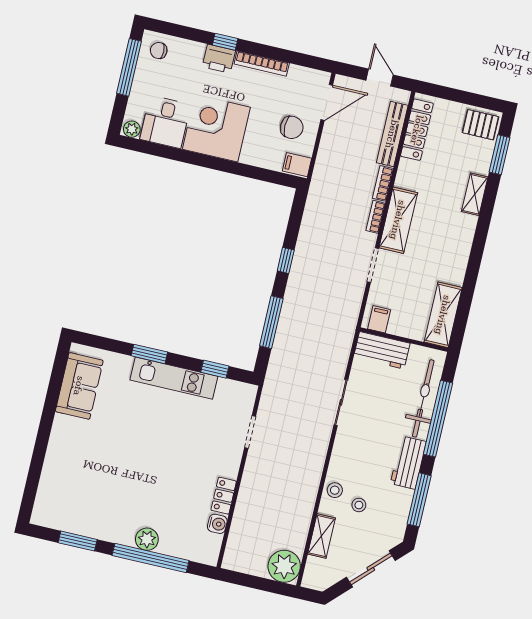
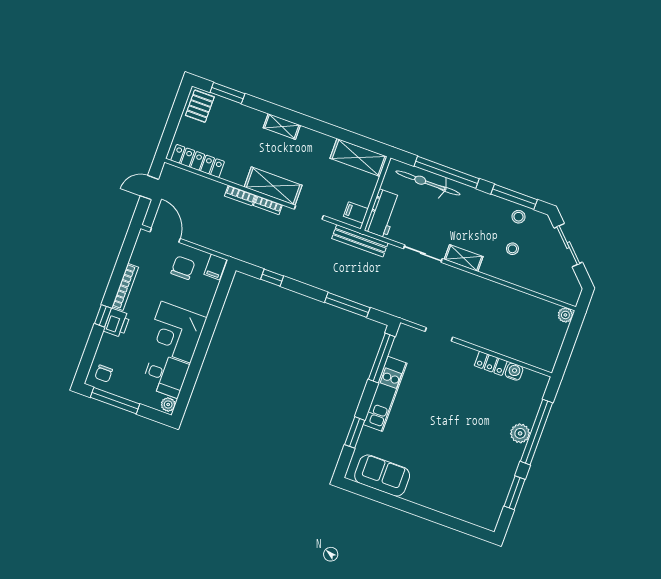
bench: (392, 134) -> (360, 241), moved
shelving: (475, 194) -> (282, 126), moved
window: (286, 260) -> (272, 278), moved
window: (149, 354) -> (355, 432), moved
window: (215, 369) -> (382, 358), width x2.17
workbench: (408, 463) -> (481, 202), removed
stool: (335, 490) -> (519, 217), moved
shelving: (322, 536) -> (464, 258), moved
plant: (284, 566) -> (565, 315), width x0.53, depth x0.53

